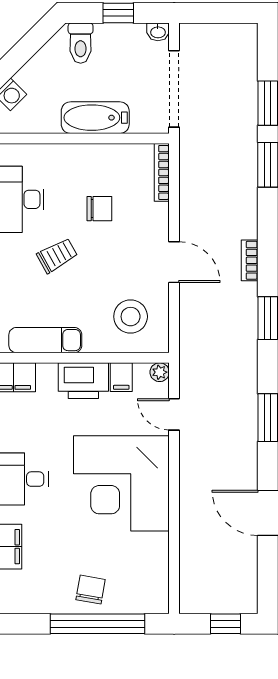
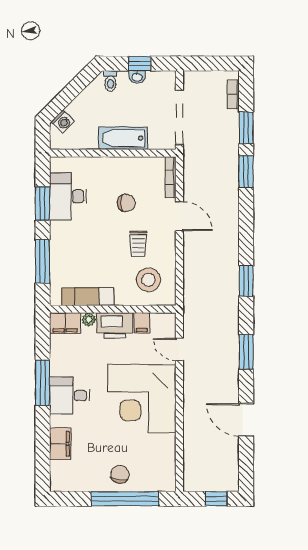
washbasin: (158, 32) -> (137, 77), moved
toilet: (81, 43) -> (110, 81), width x0.73, depth x0.72
trolley: (57, 256) -> (138, 244), moved, turned 119
bookcase: (250, 260) -> (233, 94), moved
door: (174, 262) -> (179, 216), moved
plant: (160, 372) -> (89, 319), moved

